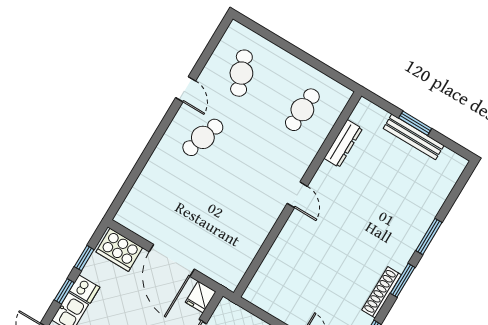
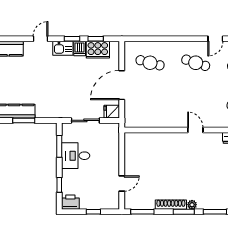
door: (297, 195) -> (195, 130), swing flipped
cafe table: (164, 202) -> (150, 63), added
cooker: (119, 250) -> (98, 50), moved, turned -90
plant: (400, 263) -> (192, 205), added

